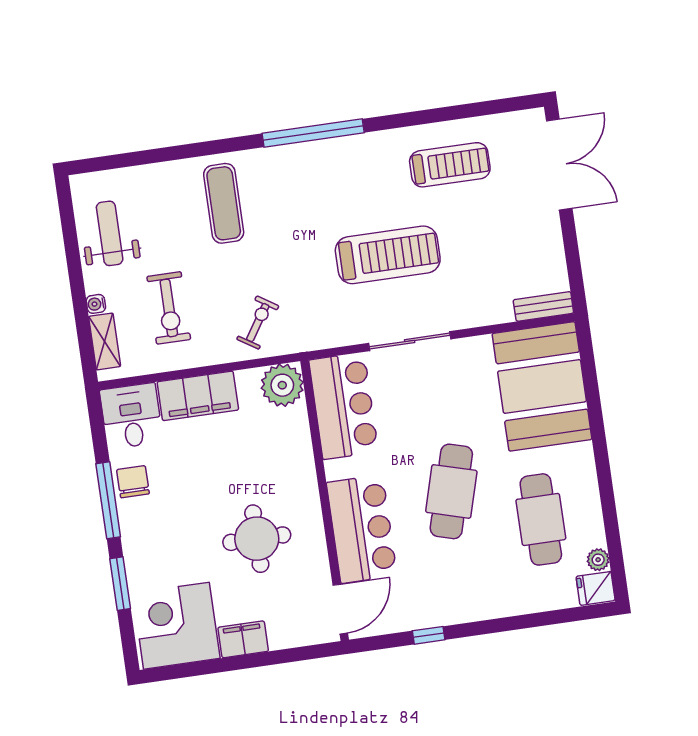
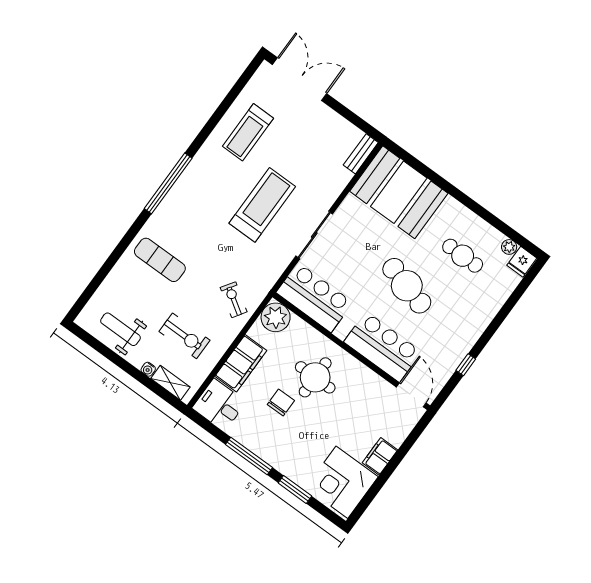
treadmill: (450, 165) -> (248, 132), turned 180
chair: (133, 482) -> (281, 402), moved, turned 90
cafe table: (541, 519) -> (463, 256), width x0.73, depth x0.74
round table: (257, 539) -> (315, 377), moved

